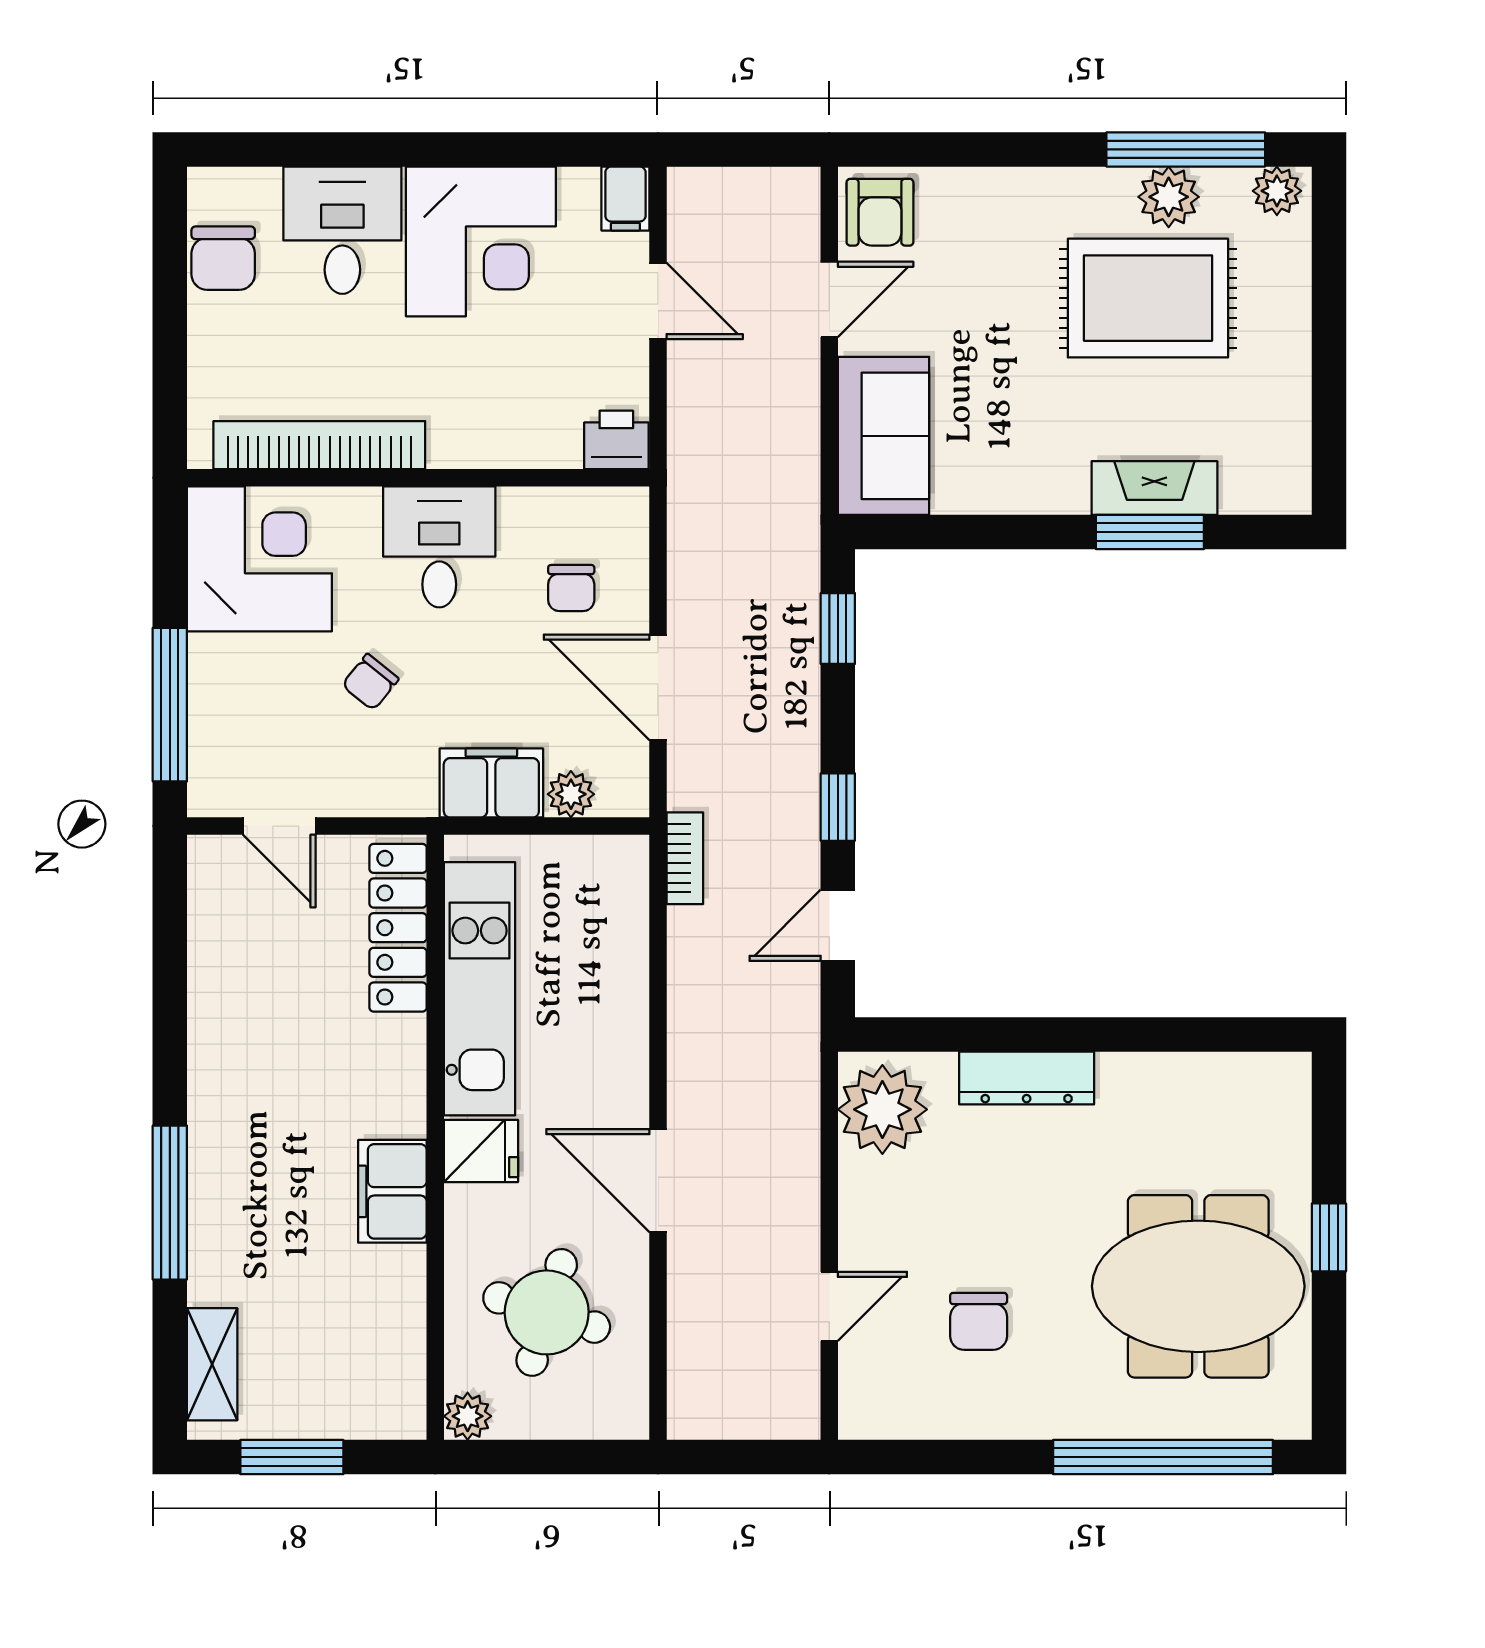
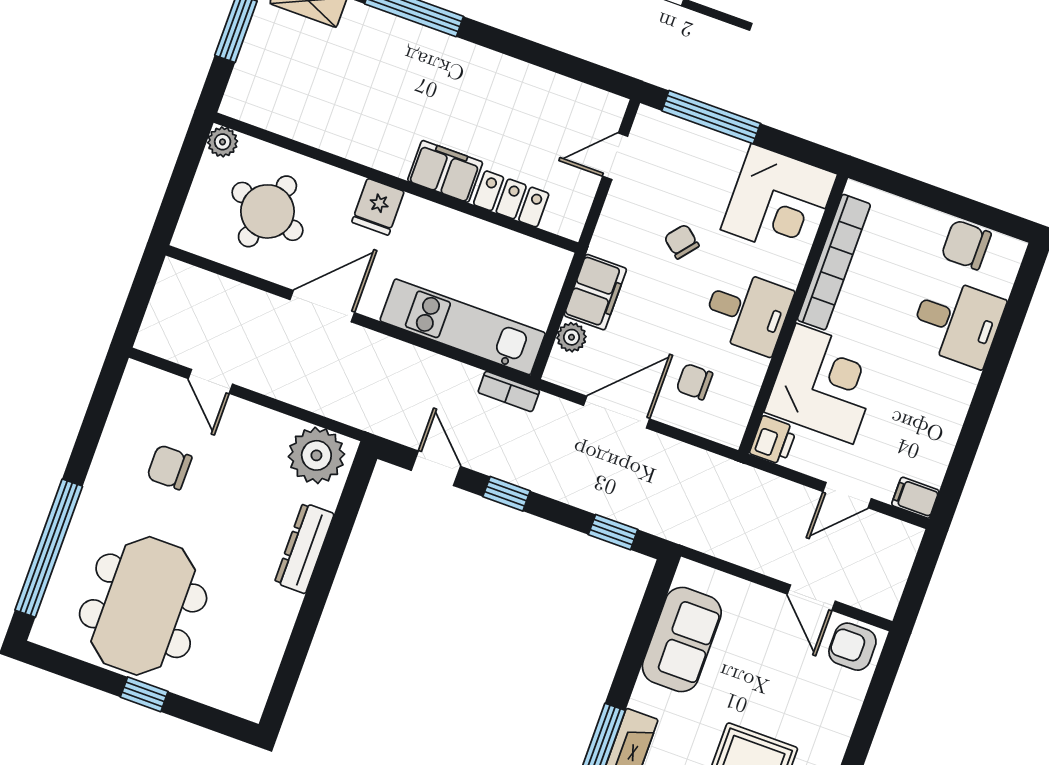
corner desk: (481, 241) -> (824, 384), moved, turned 180
sofa: (884, 436) -> (682, 640), moved, turned -90
locker: (398, 928) -> (511, 199), width x0.66
kitchen unit: (480, 989) -> (463, 327), moved, turned 180
filing cabinet: (392, 1191) -> (445, 171), moved

